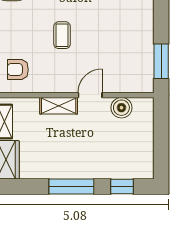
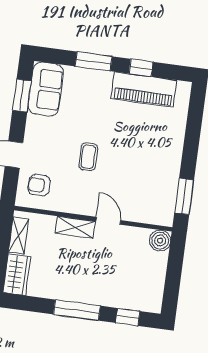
door: (90, 95) -> (108, 221), hinge flipped
boiler: (121, 108) -> (160, 241), moved

